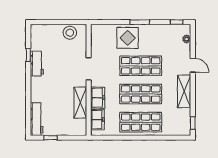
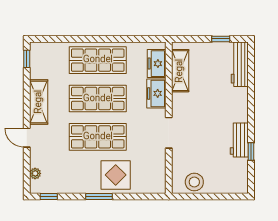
shelving: (80, 103) -> (180, 71), moved

